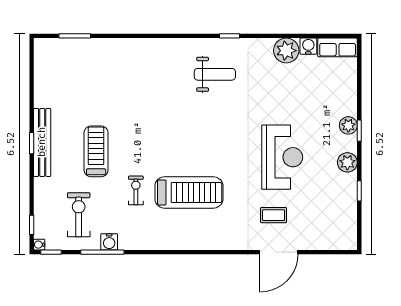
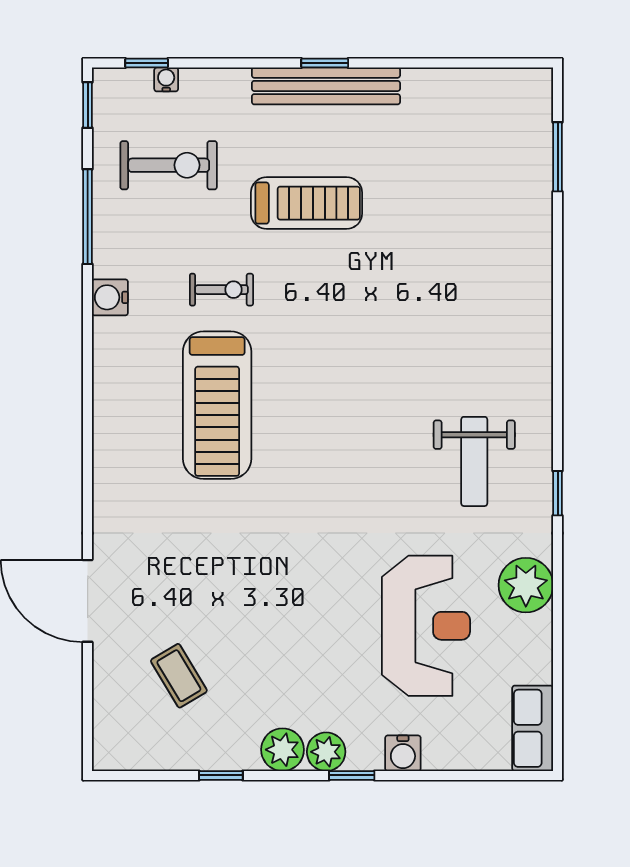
water cooler: (308, 46) -> (403, 753), moved, turned 90
plant: (286, 51) -> (526, 585), moved
plant: (348, 125) -> (326, 752), moved
reception desk: (282, 157) -> (426, 626), moved, turned -90
coffee table: (274, 215) -> (179, 676), moved, turned -31
water cooler: (109, 242) -> (110, 297), moved
water cooler: (39, 245) -> (166, 79), moved

